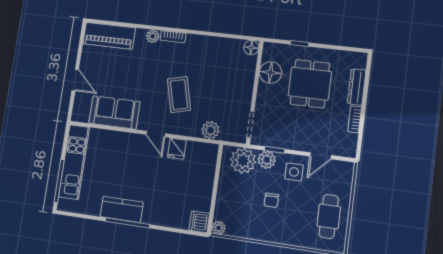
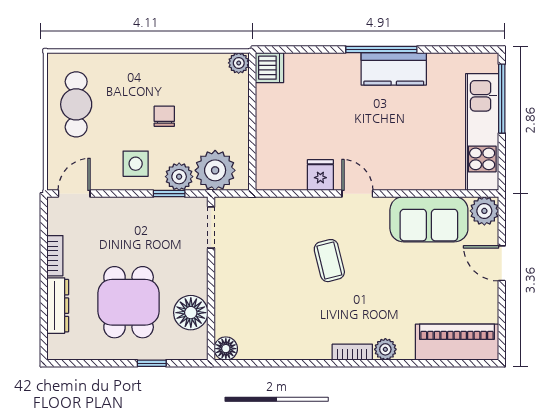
coffee table: (179, 95) -> (329, 261), width x0.73, depth x0.77
plant: (210, 130) -> (484, 211), moved
door: (321, 156) -> (74, 194), moved

